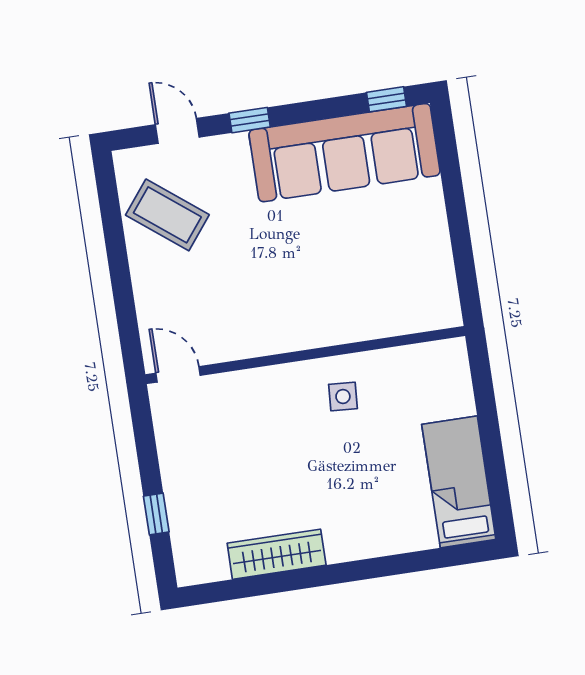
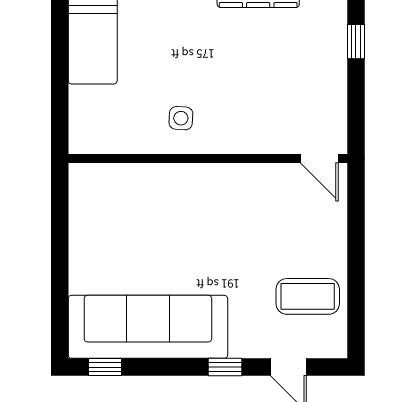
coffee table: (167, 215) -> (308, 296), turned -38

